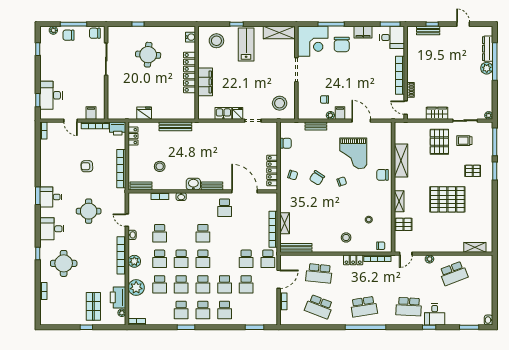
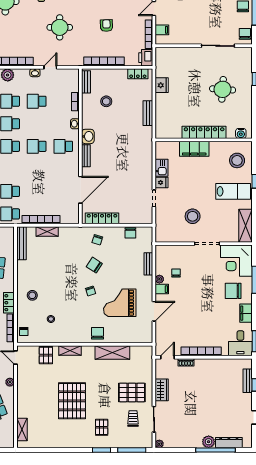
stool: (280, 103) -> (193, 216), moved
bench: (175, 126) -> (148, 113), width x0.73
school desk: (225, 208) -> (63, 146), moved

